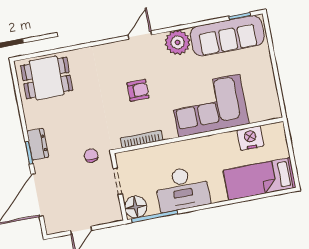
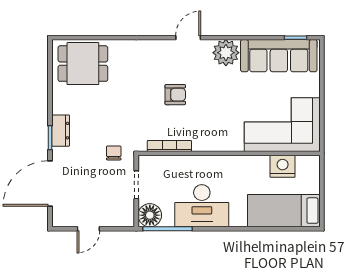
corner sofa: (209, 106) -> (282, 125), moved

